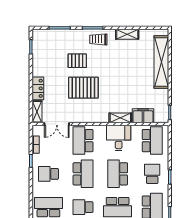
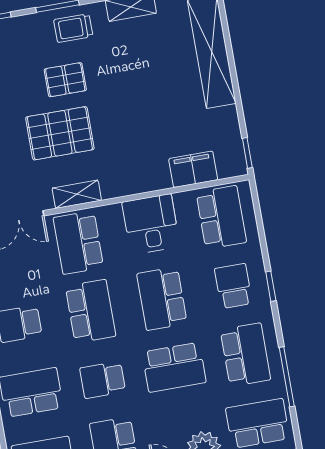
pallet: (77, 61) -> (65, 80), moved
shelving: (120, 118) -> (77, 194), moved

